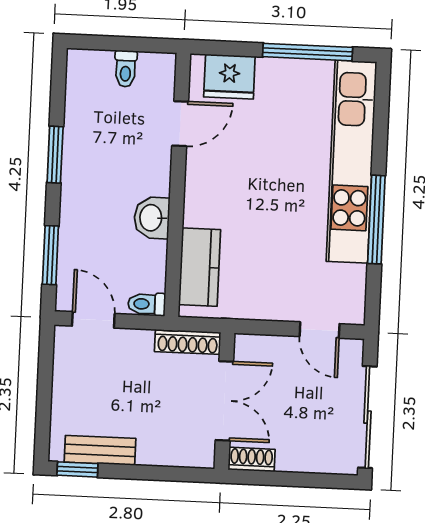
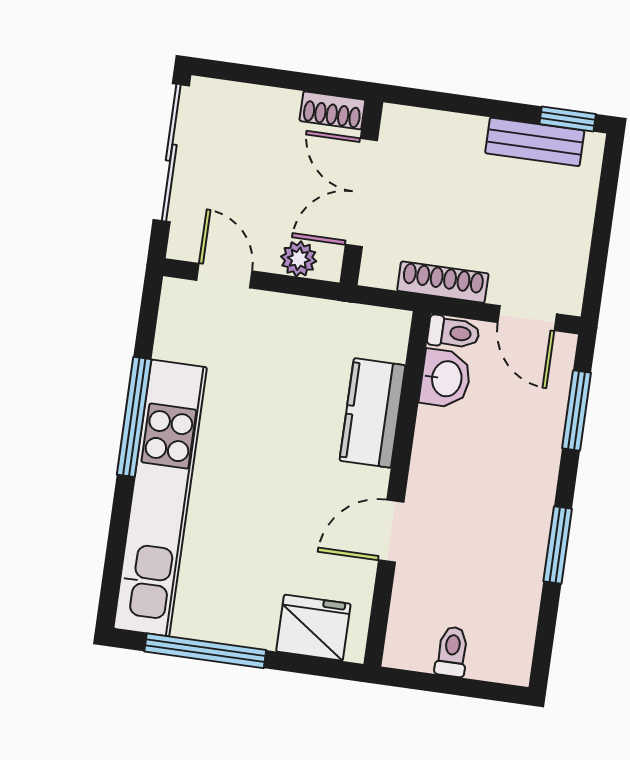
door: (180, 124) -> (391, 531), moved
washbasin: (152, 218) -> (445, 379), moved
kitchen counter: (200, 267) -> (372, 413), moved
shoe rack: (188, 342) -> (443, 282), moved
plant: (266, 348) -> (299, 259), added

